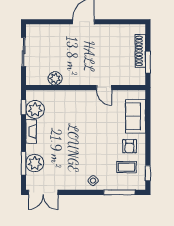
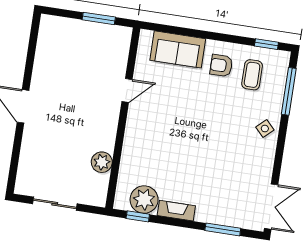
shoe rack: (140, 51) -> (80, 27), removed
armchair: (130, 146) -> (221, 66), turned 180
plant: (35, 163) -> (225, 212), removed

